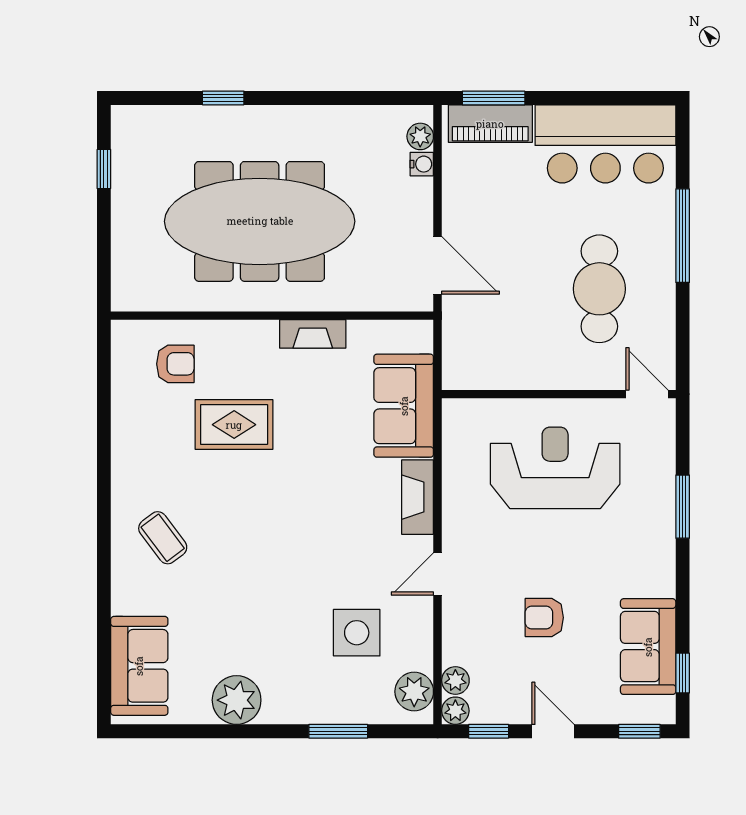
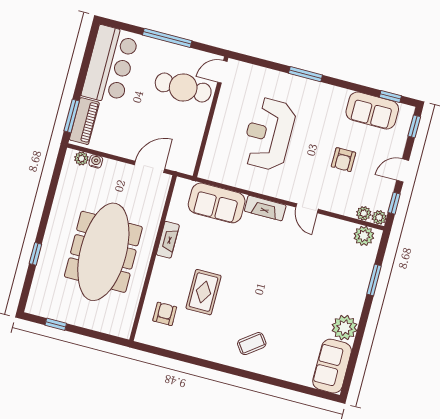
wall: (559, 394) -> (211, 117), moved
door: (647, 394) -> (222, 72), moved
side table: (357, 633) -> (326, 257), removed
sofa: (139, 666) -> (332, 366), moved, turned -90

